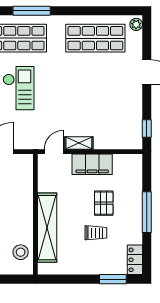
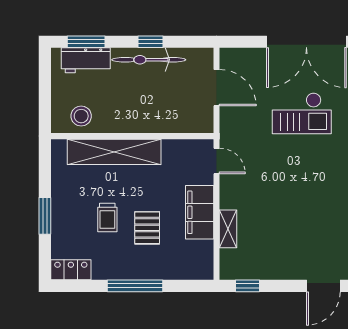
shelving: (79, 143) -> (228, 229), moved
pallet: (104, 203) -> (147, 228), turned 90
window: (113, 279) -> (45, 216), moved

